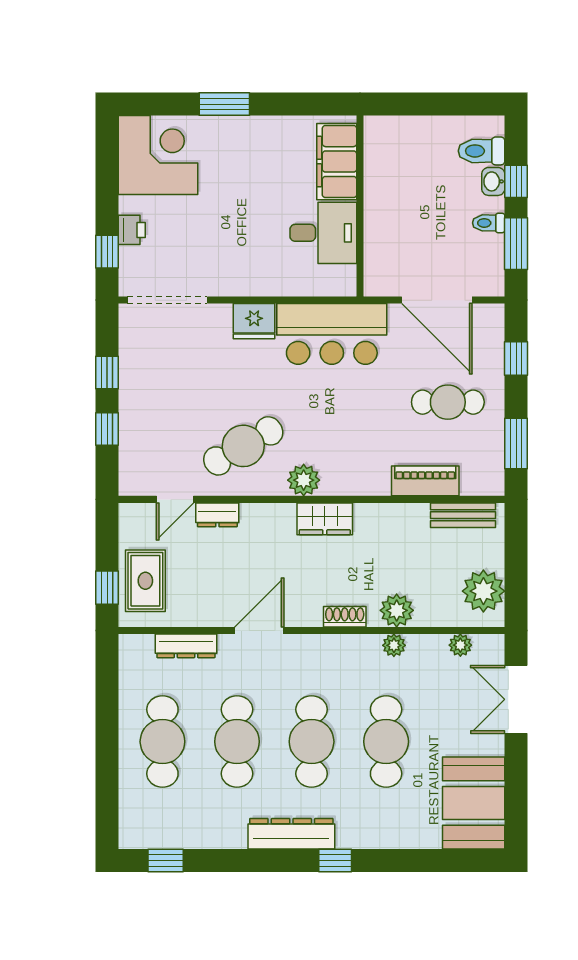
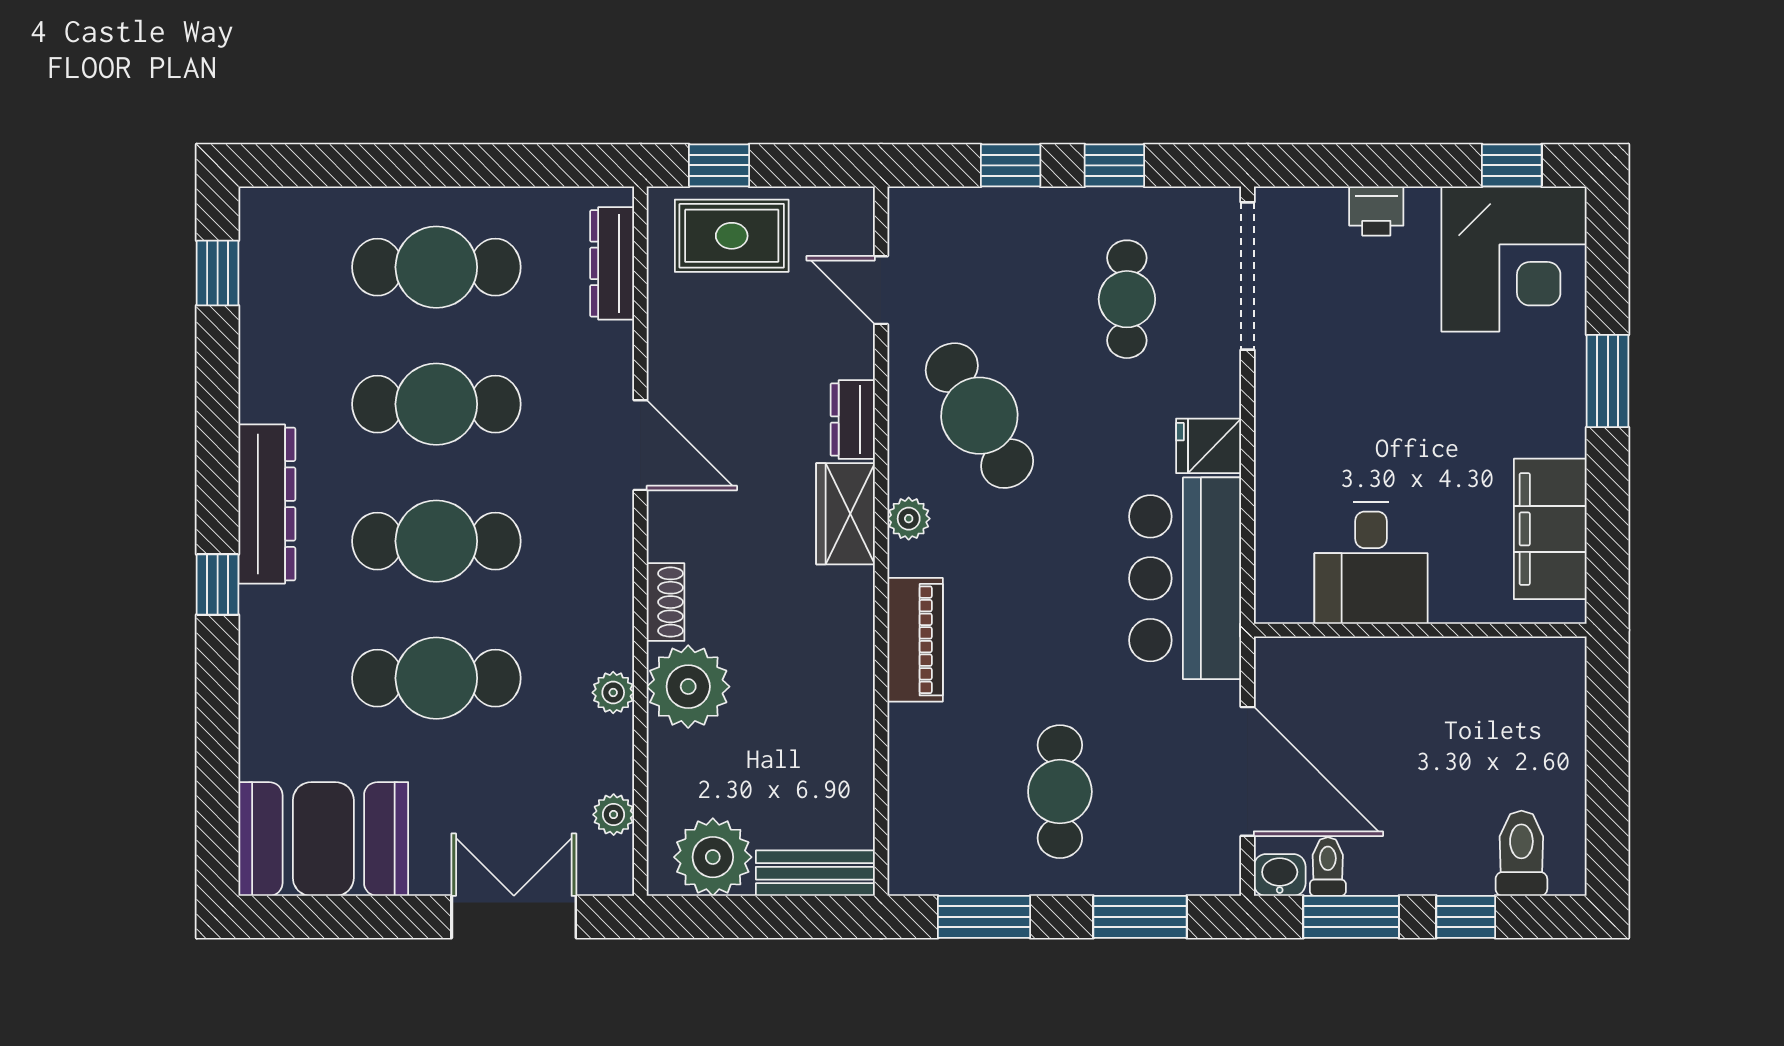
filing cabinet: (337, 162) -> (1550, 529), moved, turned -90
washbasin: (493, 181) -> (1280, 875), moved
toilet: (489, 223) -> (1328, 867), moved
window: (107, 252) -> (1512, 165), moved
door: (437, 300) -> (1247, 771), swing flipped
fridge: (254, 321) -> (1209, 446), width x0.72
window: (516, 359) -> (1140, 917), width x1.50
cafe table: (180, 366) -> (1127, 299), added
plant: (304, 480) -> (909, 519), width x0.73, depth x0.73
piano: (425, 481) -> (915, 640), moved
dresser: (217, 515) -> (853, 420), moved
bench: (463, 515) -> (815, 873), moved, turned 90
wardrobe: (325, 519) -> (846, 514), moved
plant: (397, 610) -> (688, 687), width x1.36, depth x1.36
dresser: (186, 646) -> (612, 263), moved

